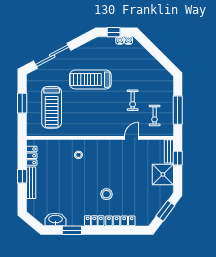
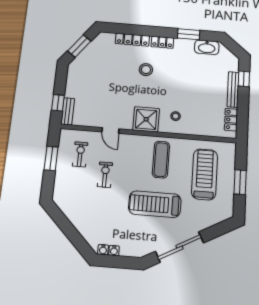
window: (114, 32) -> (121, 262), removed
sliding door: (52, 56) -> (179, 247), moved
treadmill: (90, 80) -> (155, 204), turned 180
window: (178, 110) -> (51, 158), width x0.69
exercise mat: (88, 117) -> (161, 160), added
door: (132, 138) -> (110, 130), hinge flipped
shower: (163, 174) -> (146, 119), moved
window: (22, 176) -> (244, 79), moved

